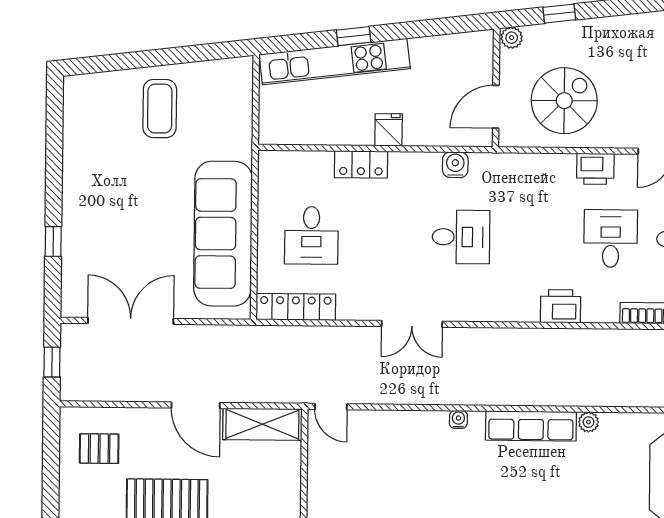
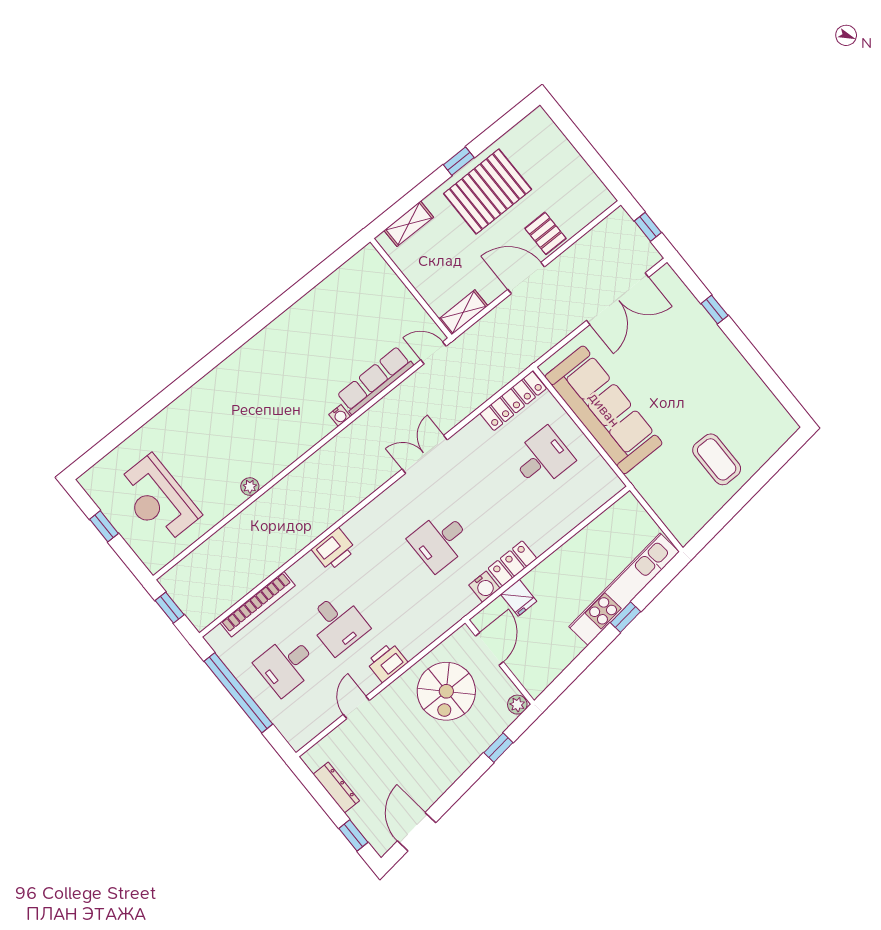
fridge: (389, 130) -> (519, 598), moved
locker: (361, 164) -> (512, 563), moved
desk: (311, 235) -> (543, 458), turned 90
shelving: (262, 424) -> (463, 312), width x0.67, depth x0.75
row of seats: (531, 426) -> (375, 380), moved
pallet: (99, 449) -> (545, 233), moved, turned 90

